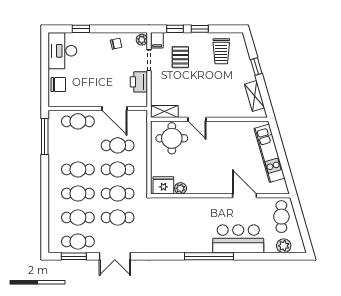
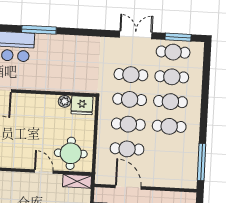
cafe table: (78, 121) -> (167, 176), removed
window: (209, 256) -> (39, 30), width x0.68

